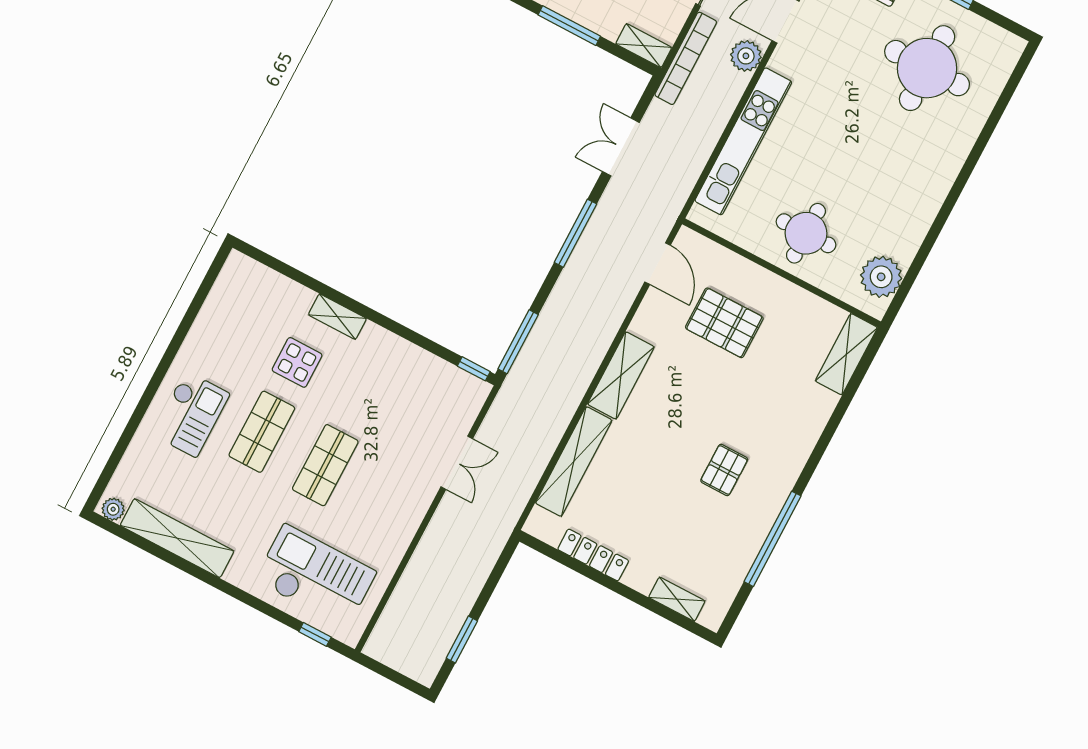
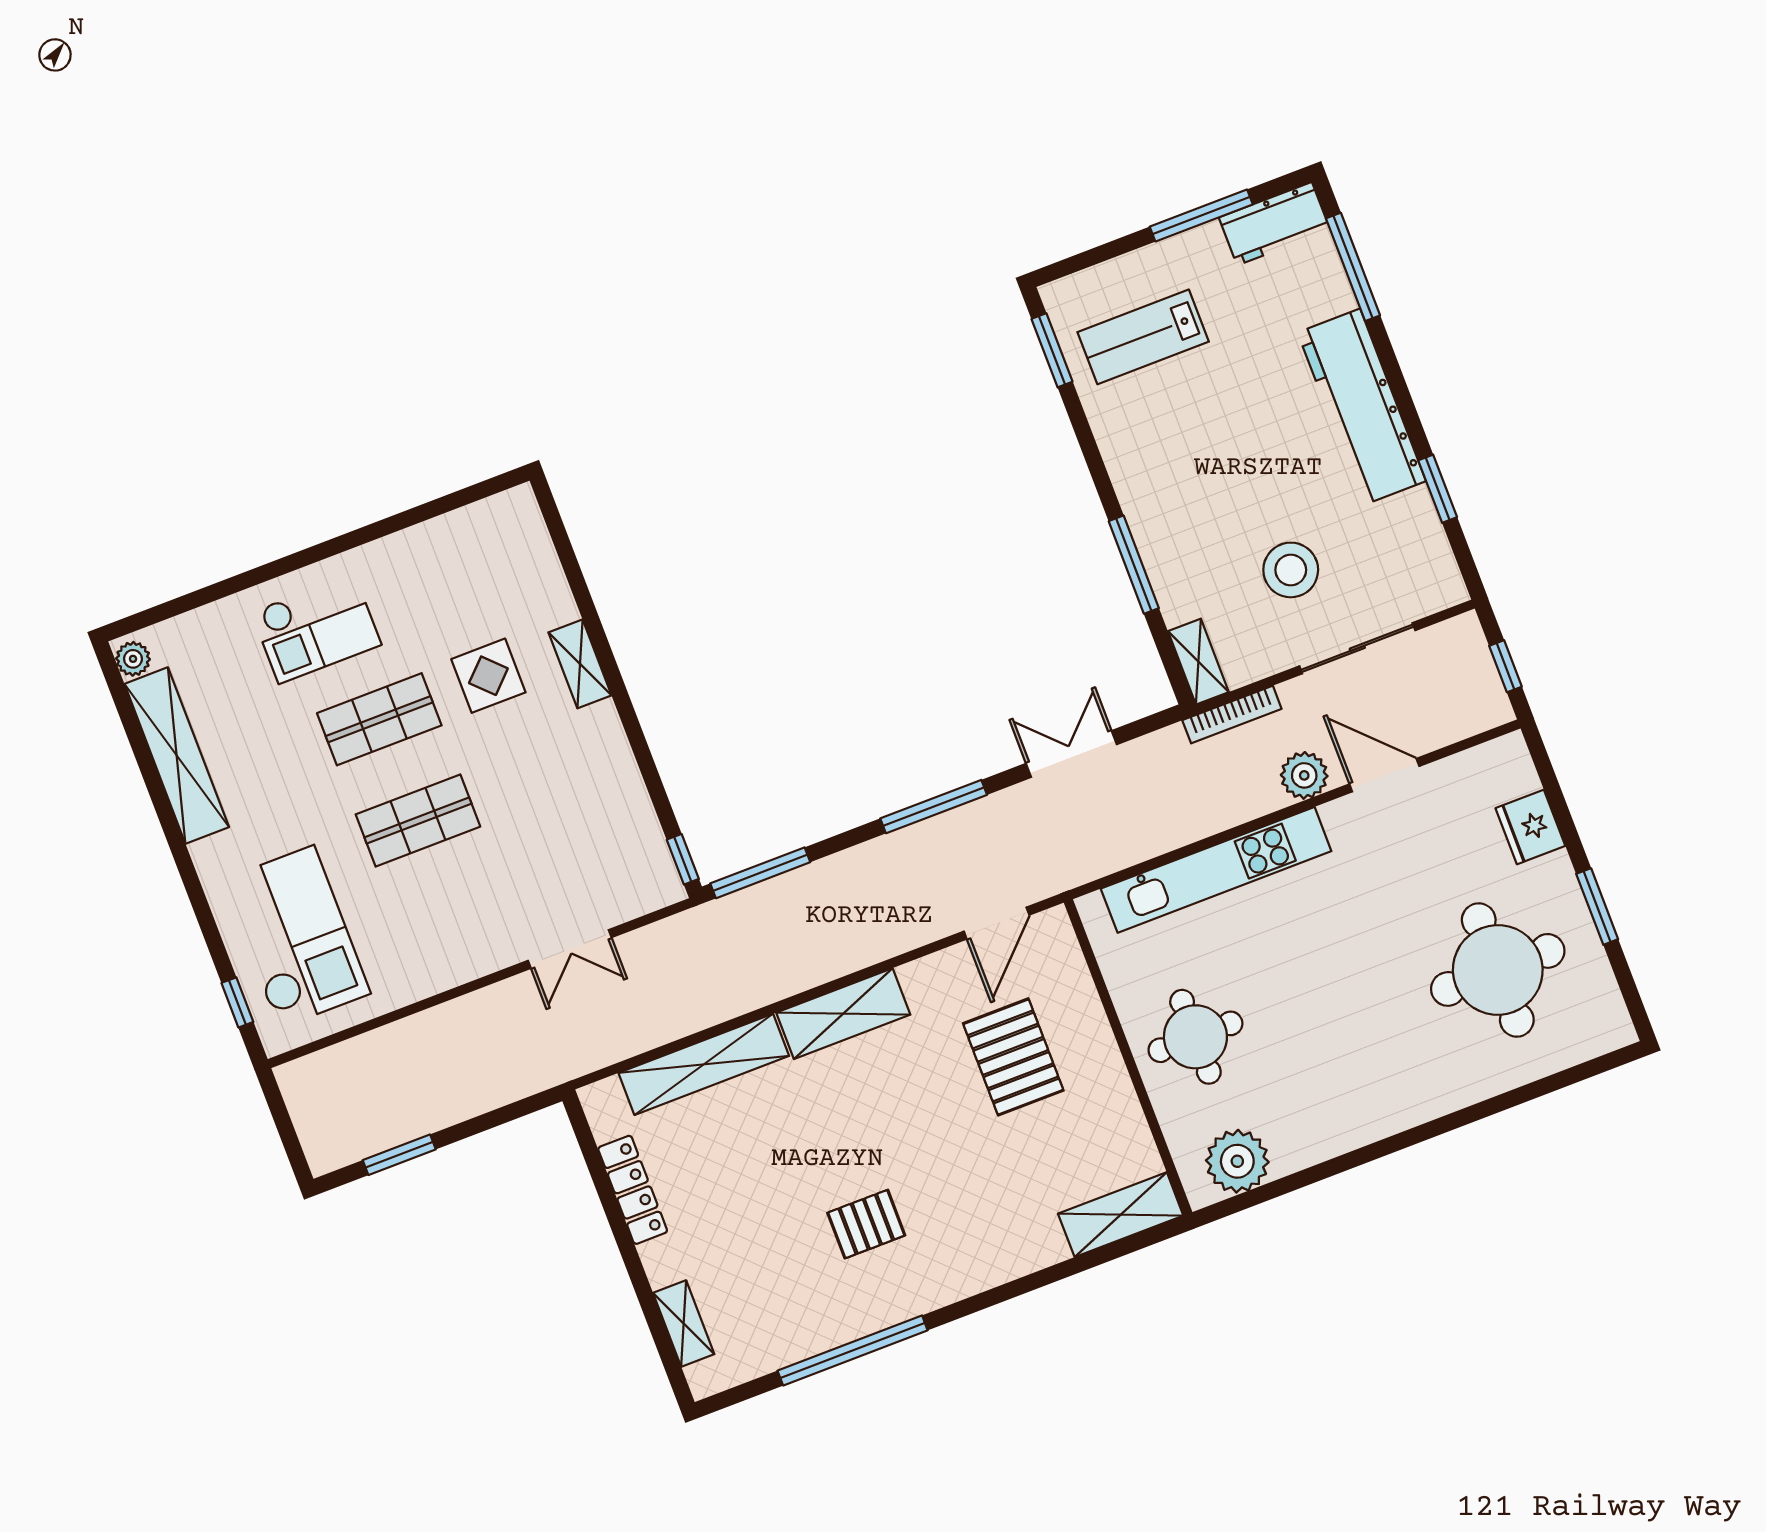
bookcase: (686, 58) -> (1232, 715), width x0.68, depth x0.76

